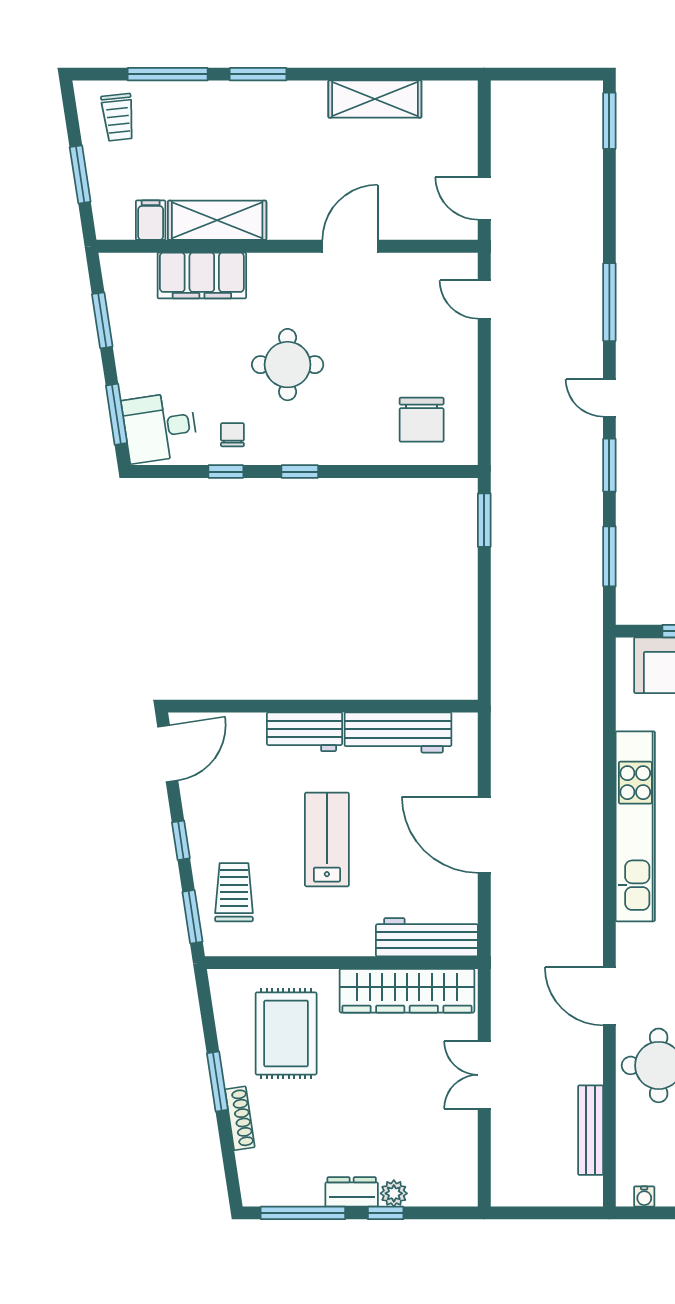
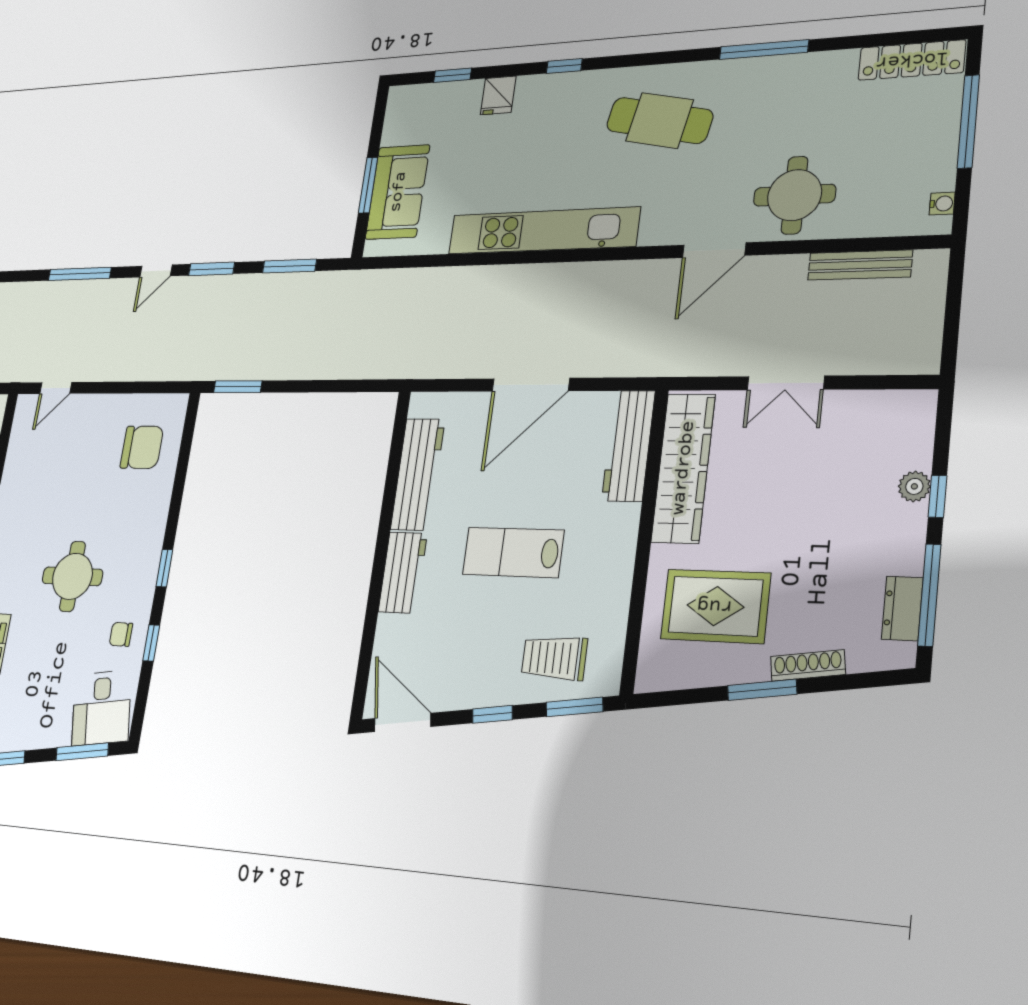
dresser: (352, 1192) -> (902, 608), moved

